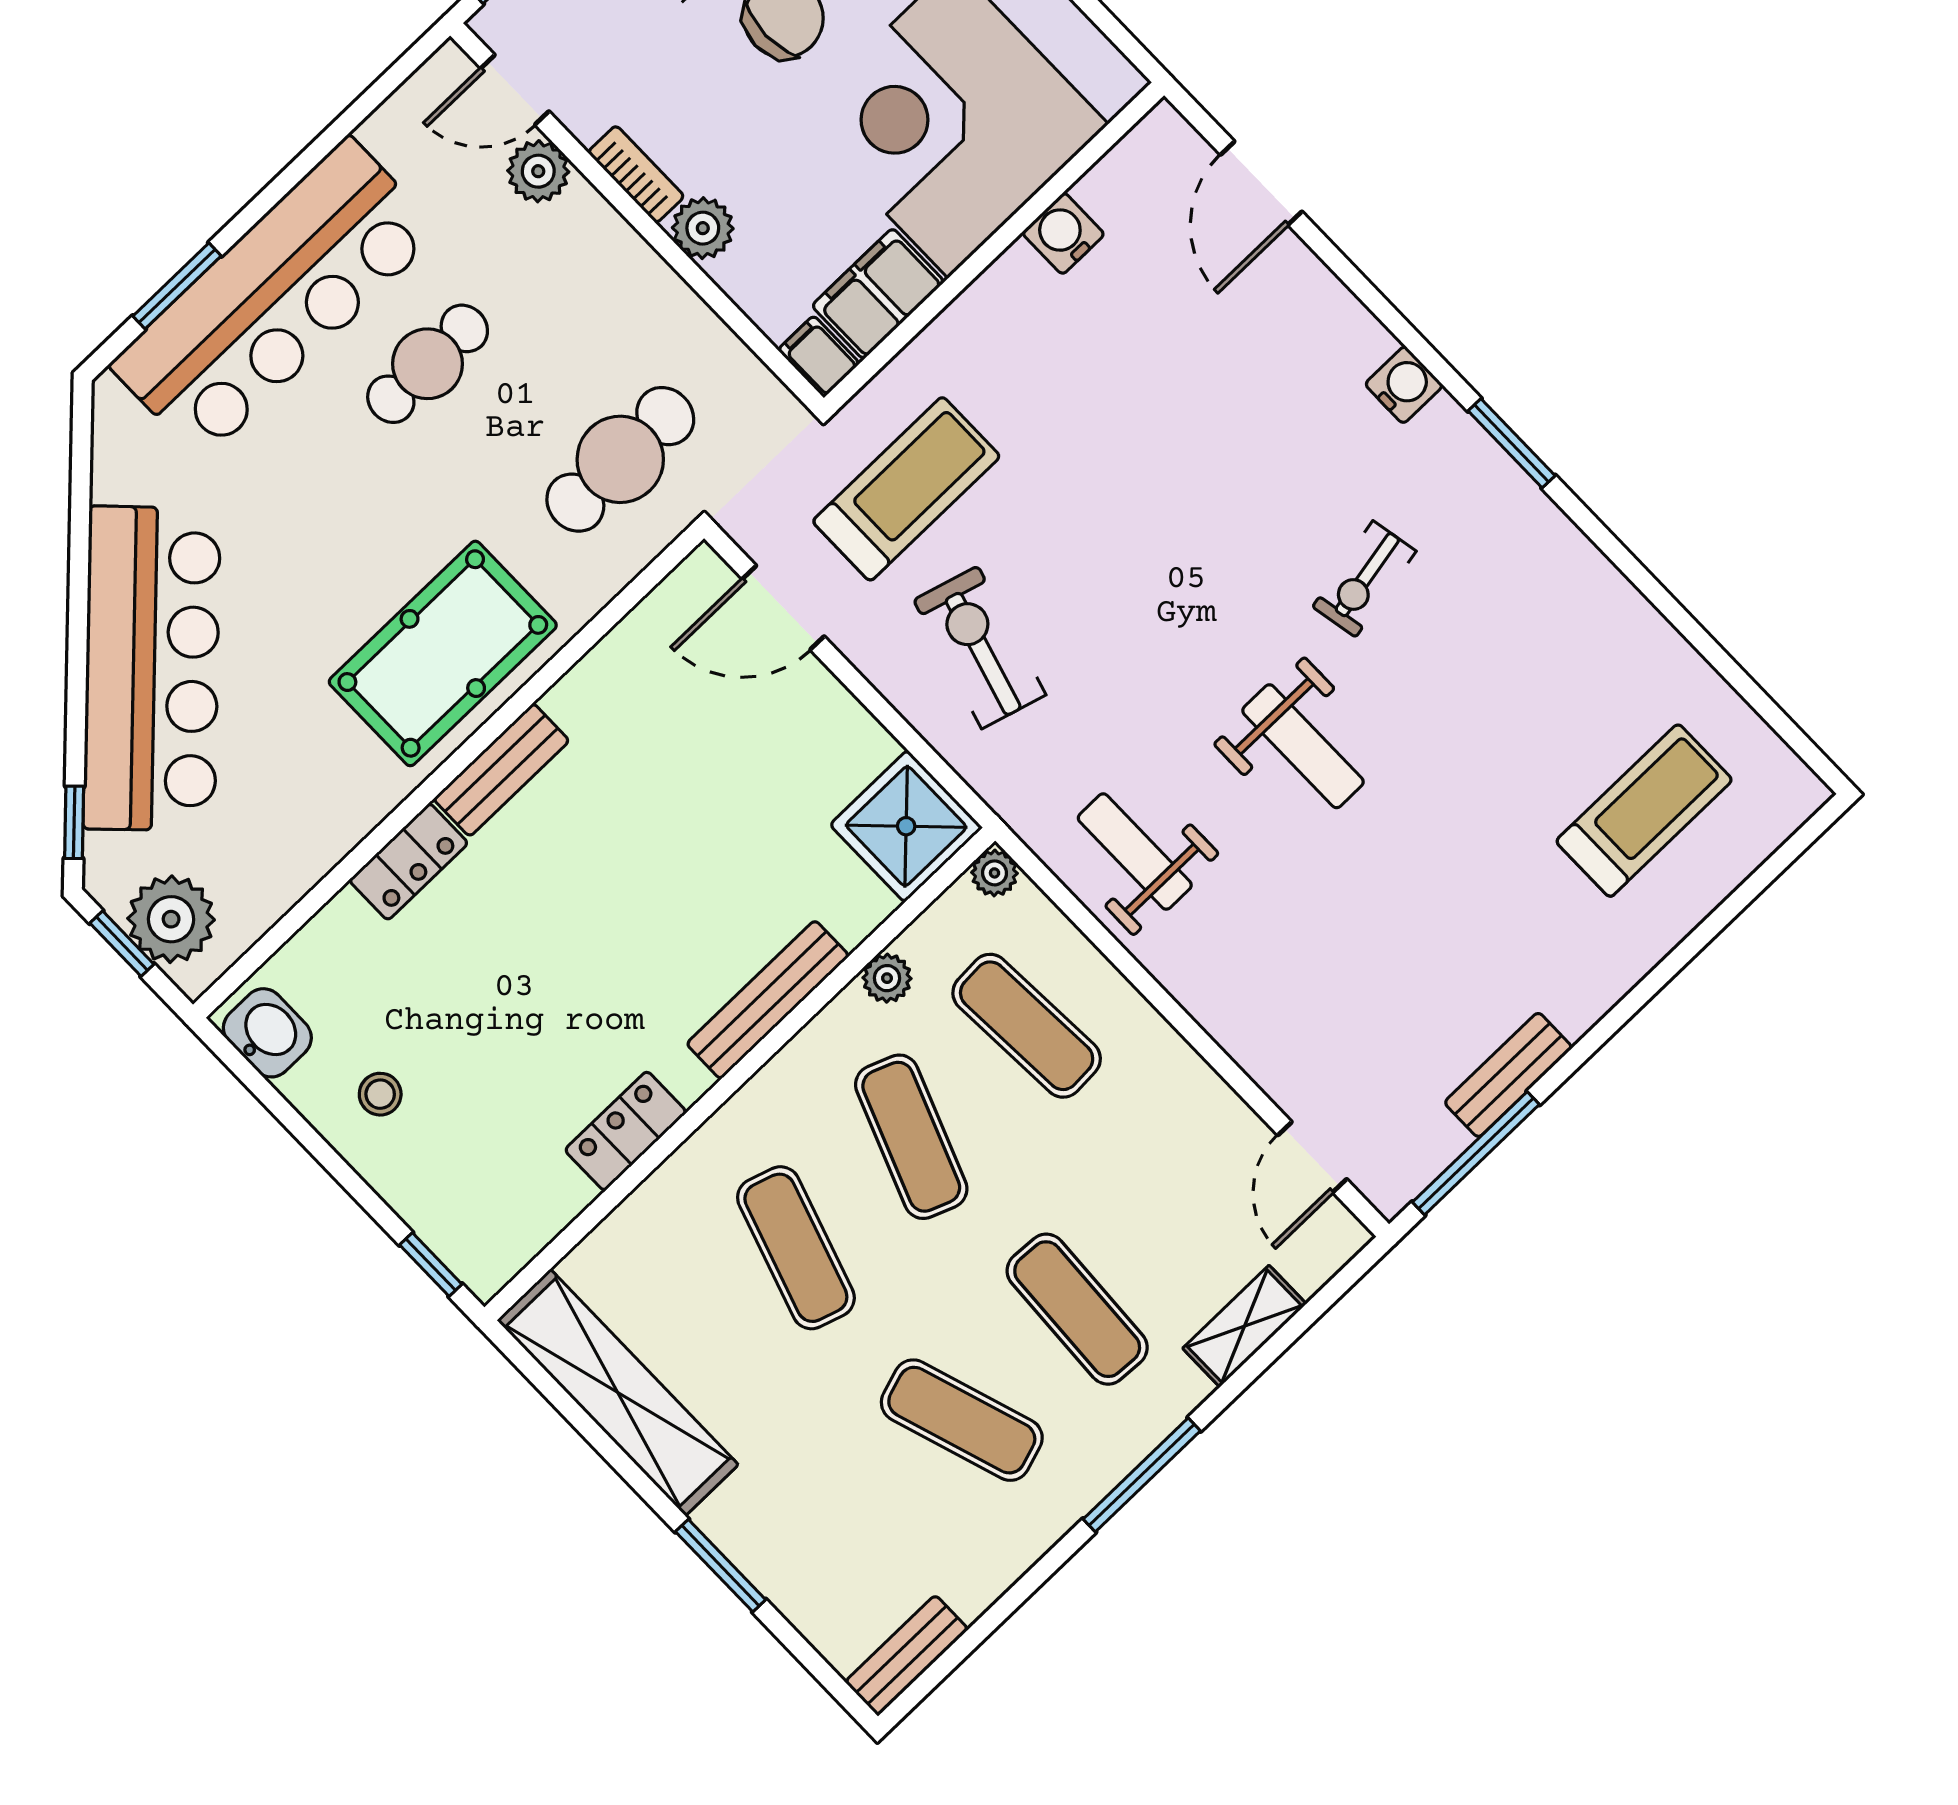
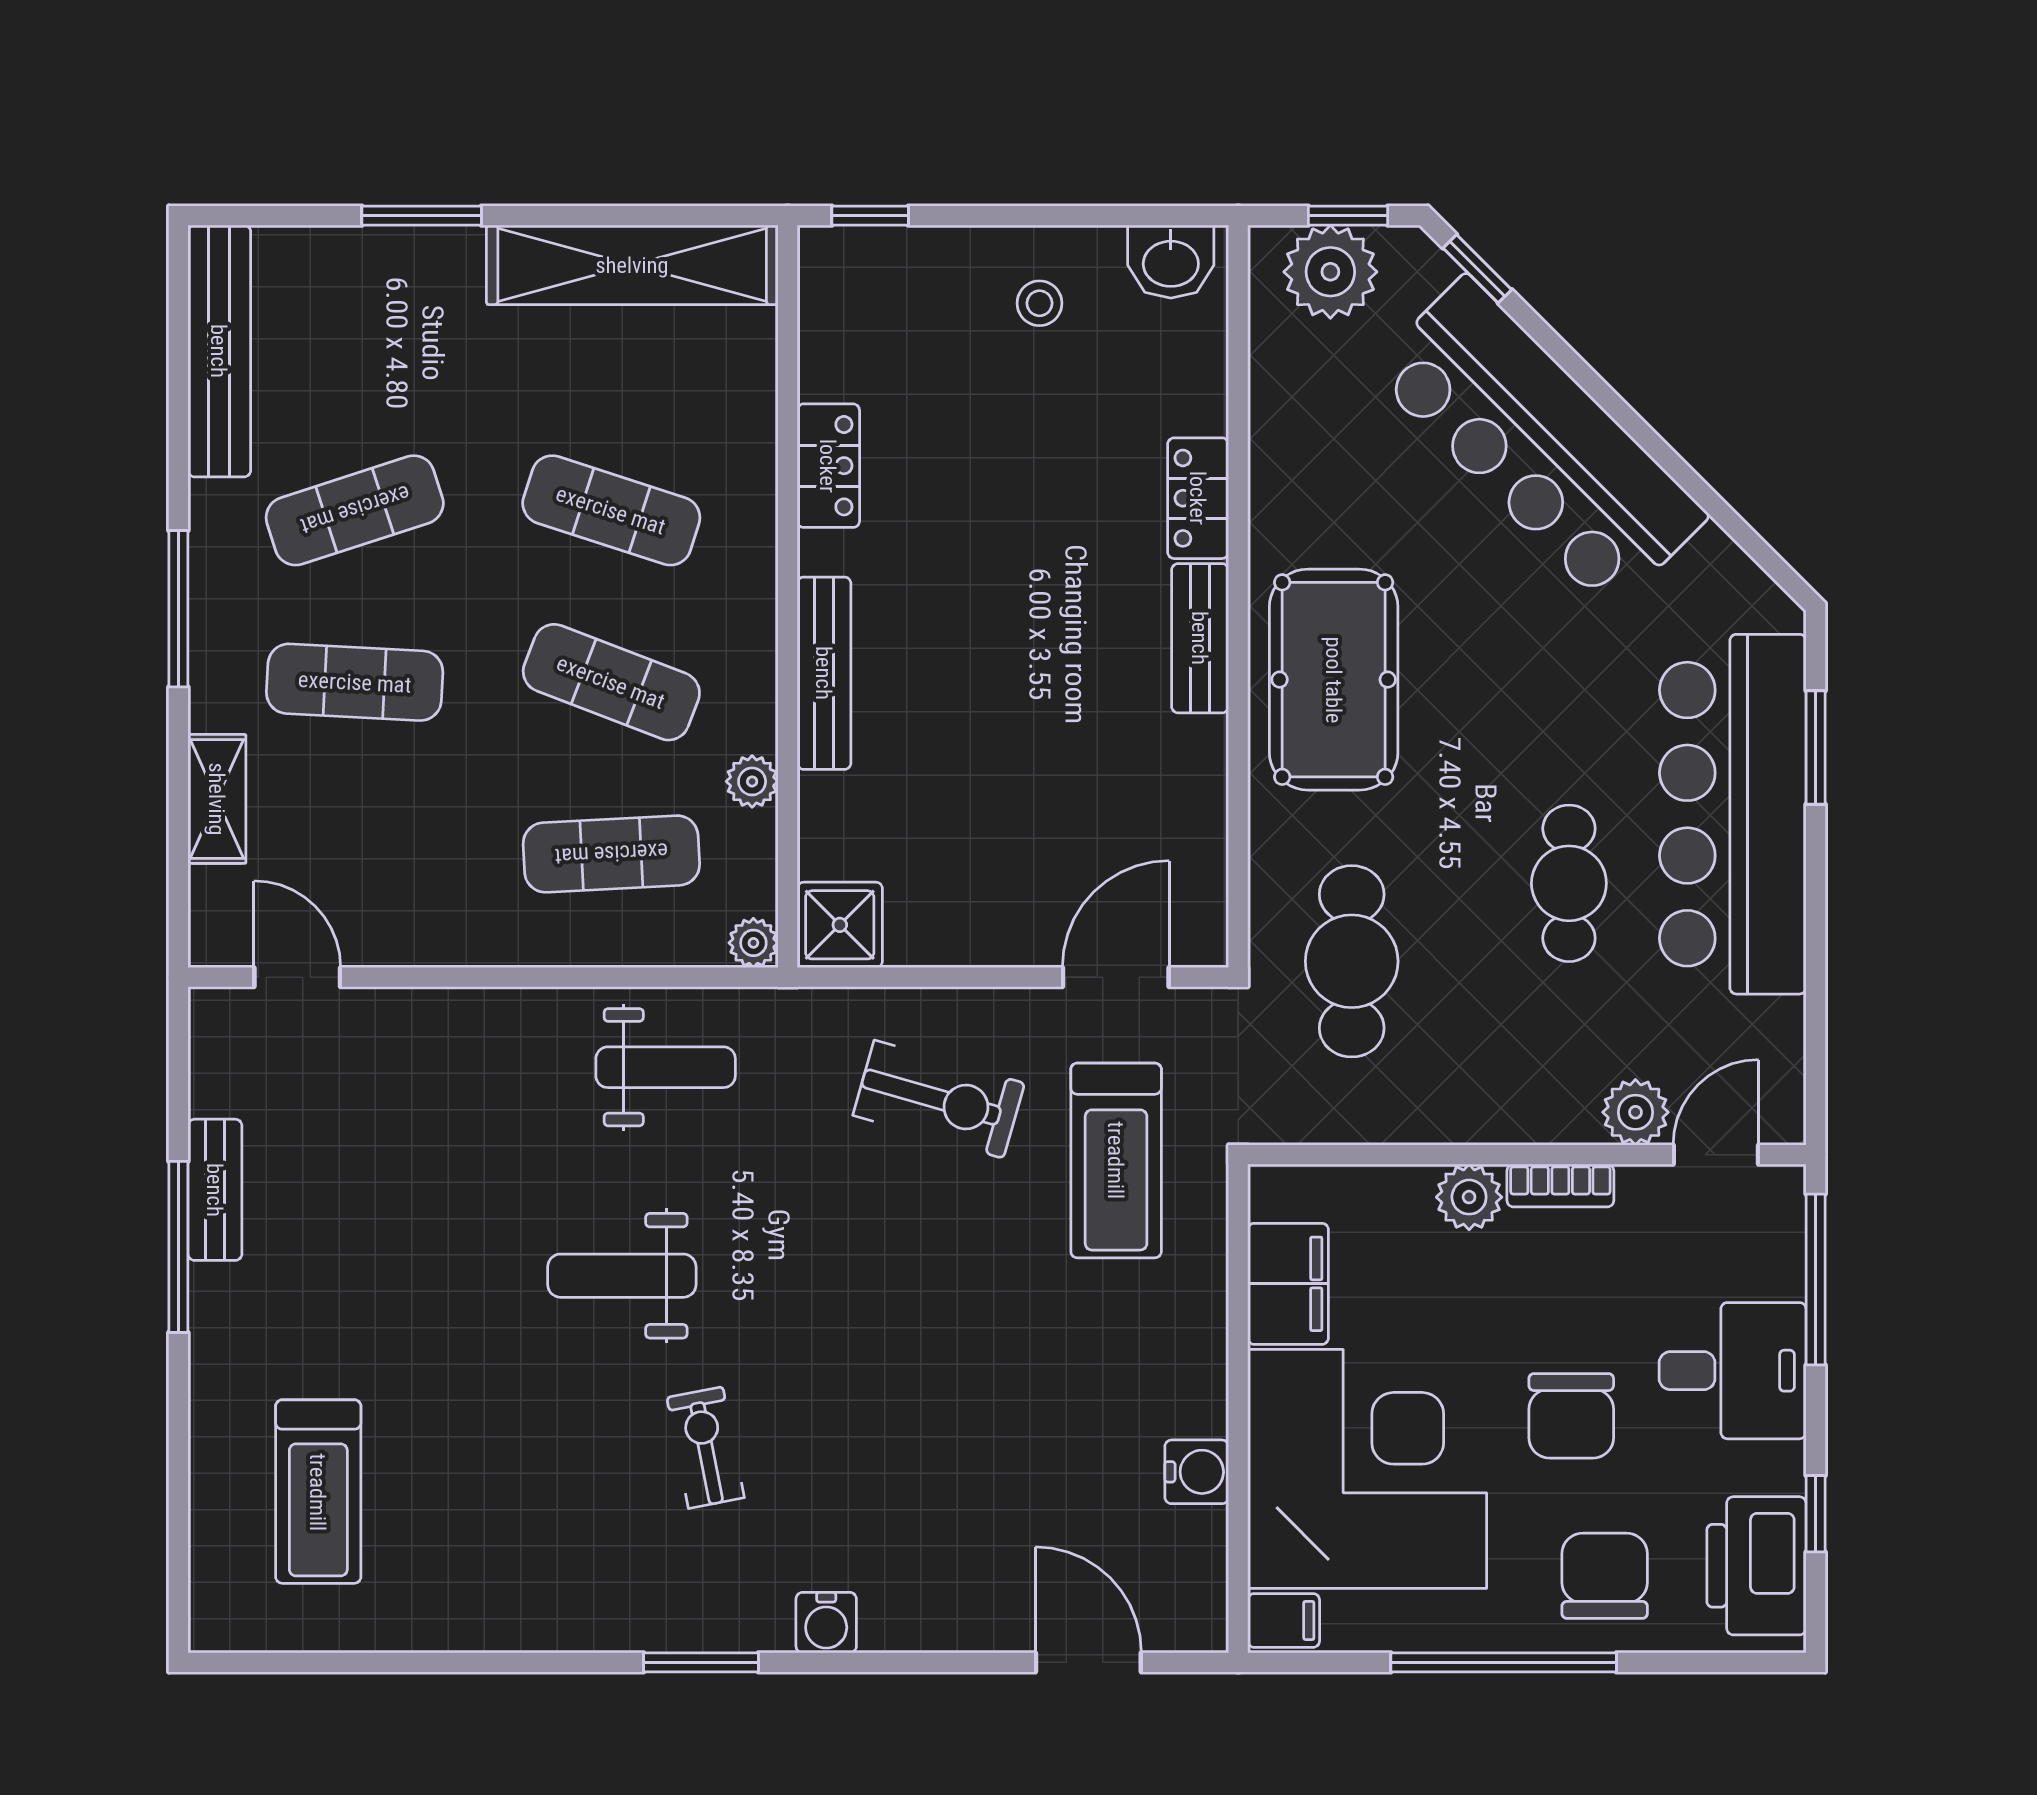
filing cabinet: (819, 356) -> (1284, 1620), moved
shower: (906, 826) -> (840, 925), width x0.73, depth x0.73
window: (1476, 1153) -> (178, 1247), moved
bench: (907, 1655) -> (219, 351), width x1.86, depth x1.21

